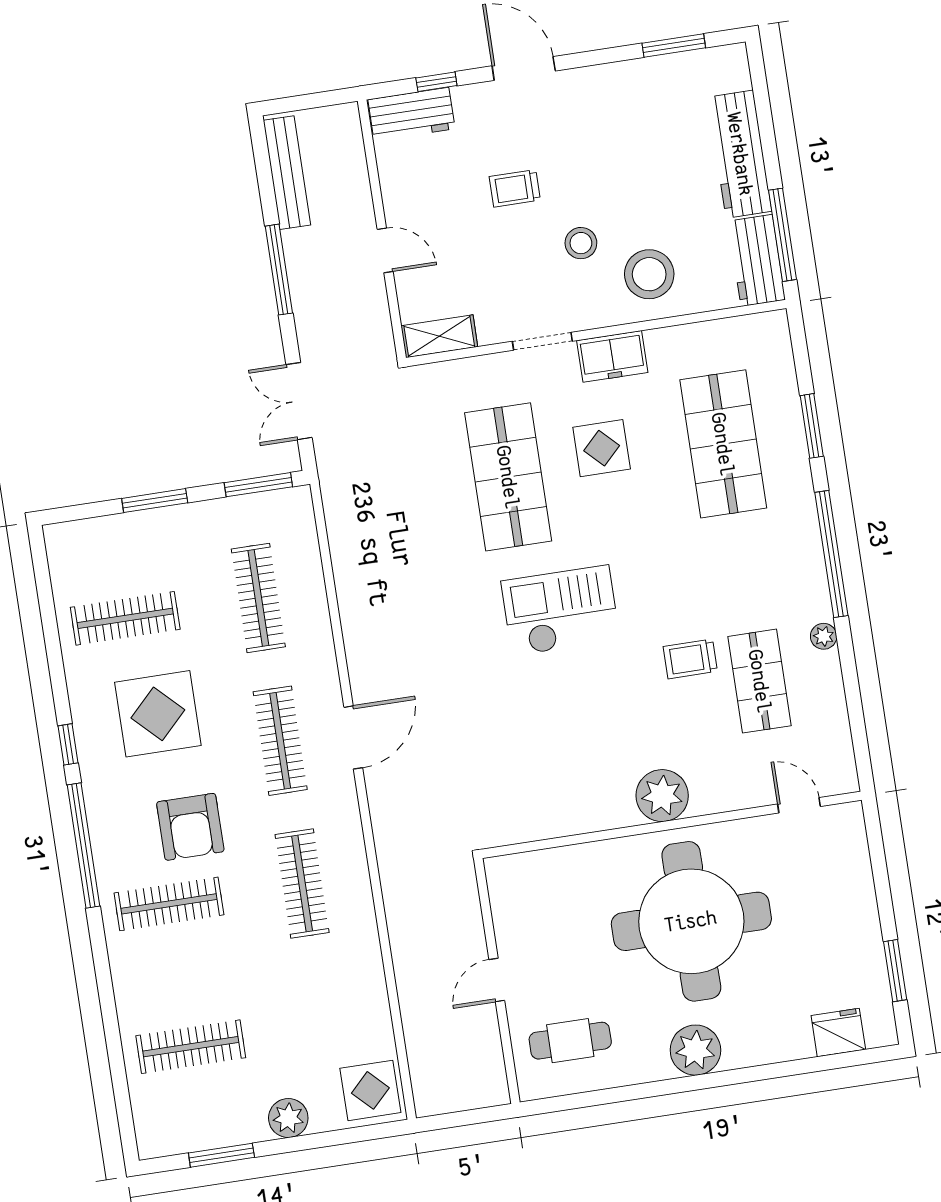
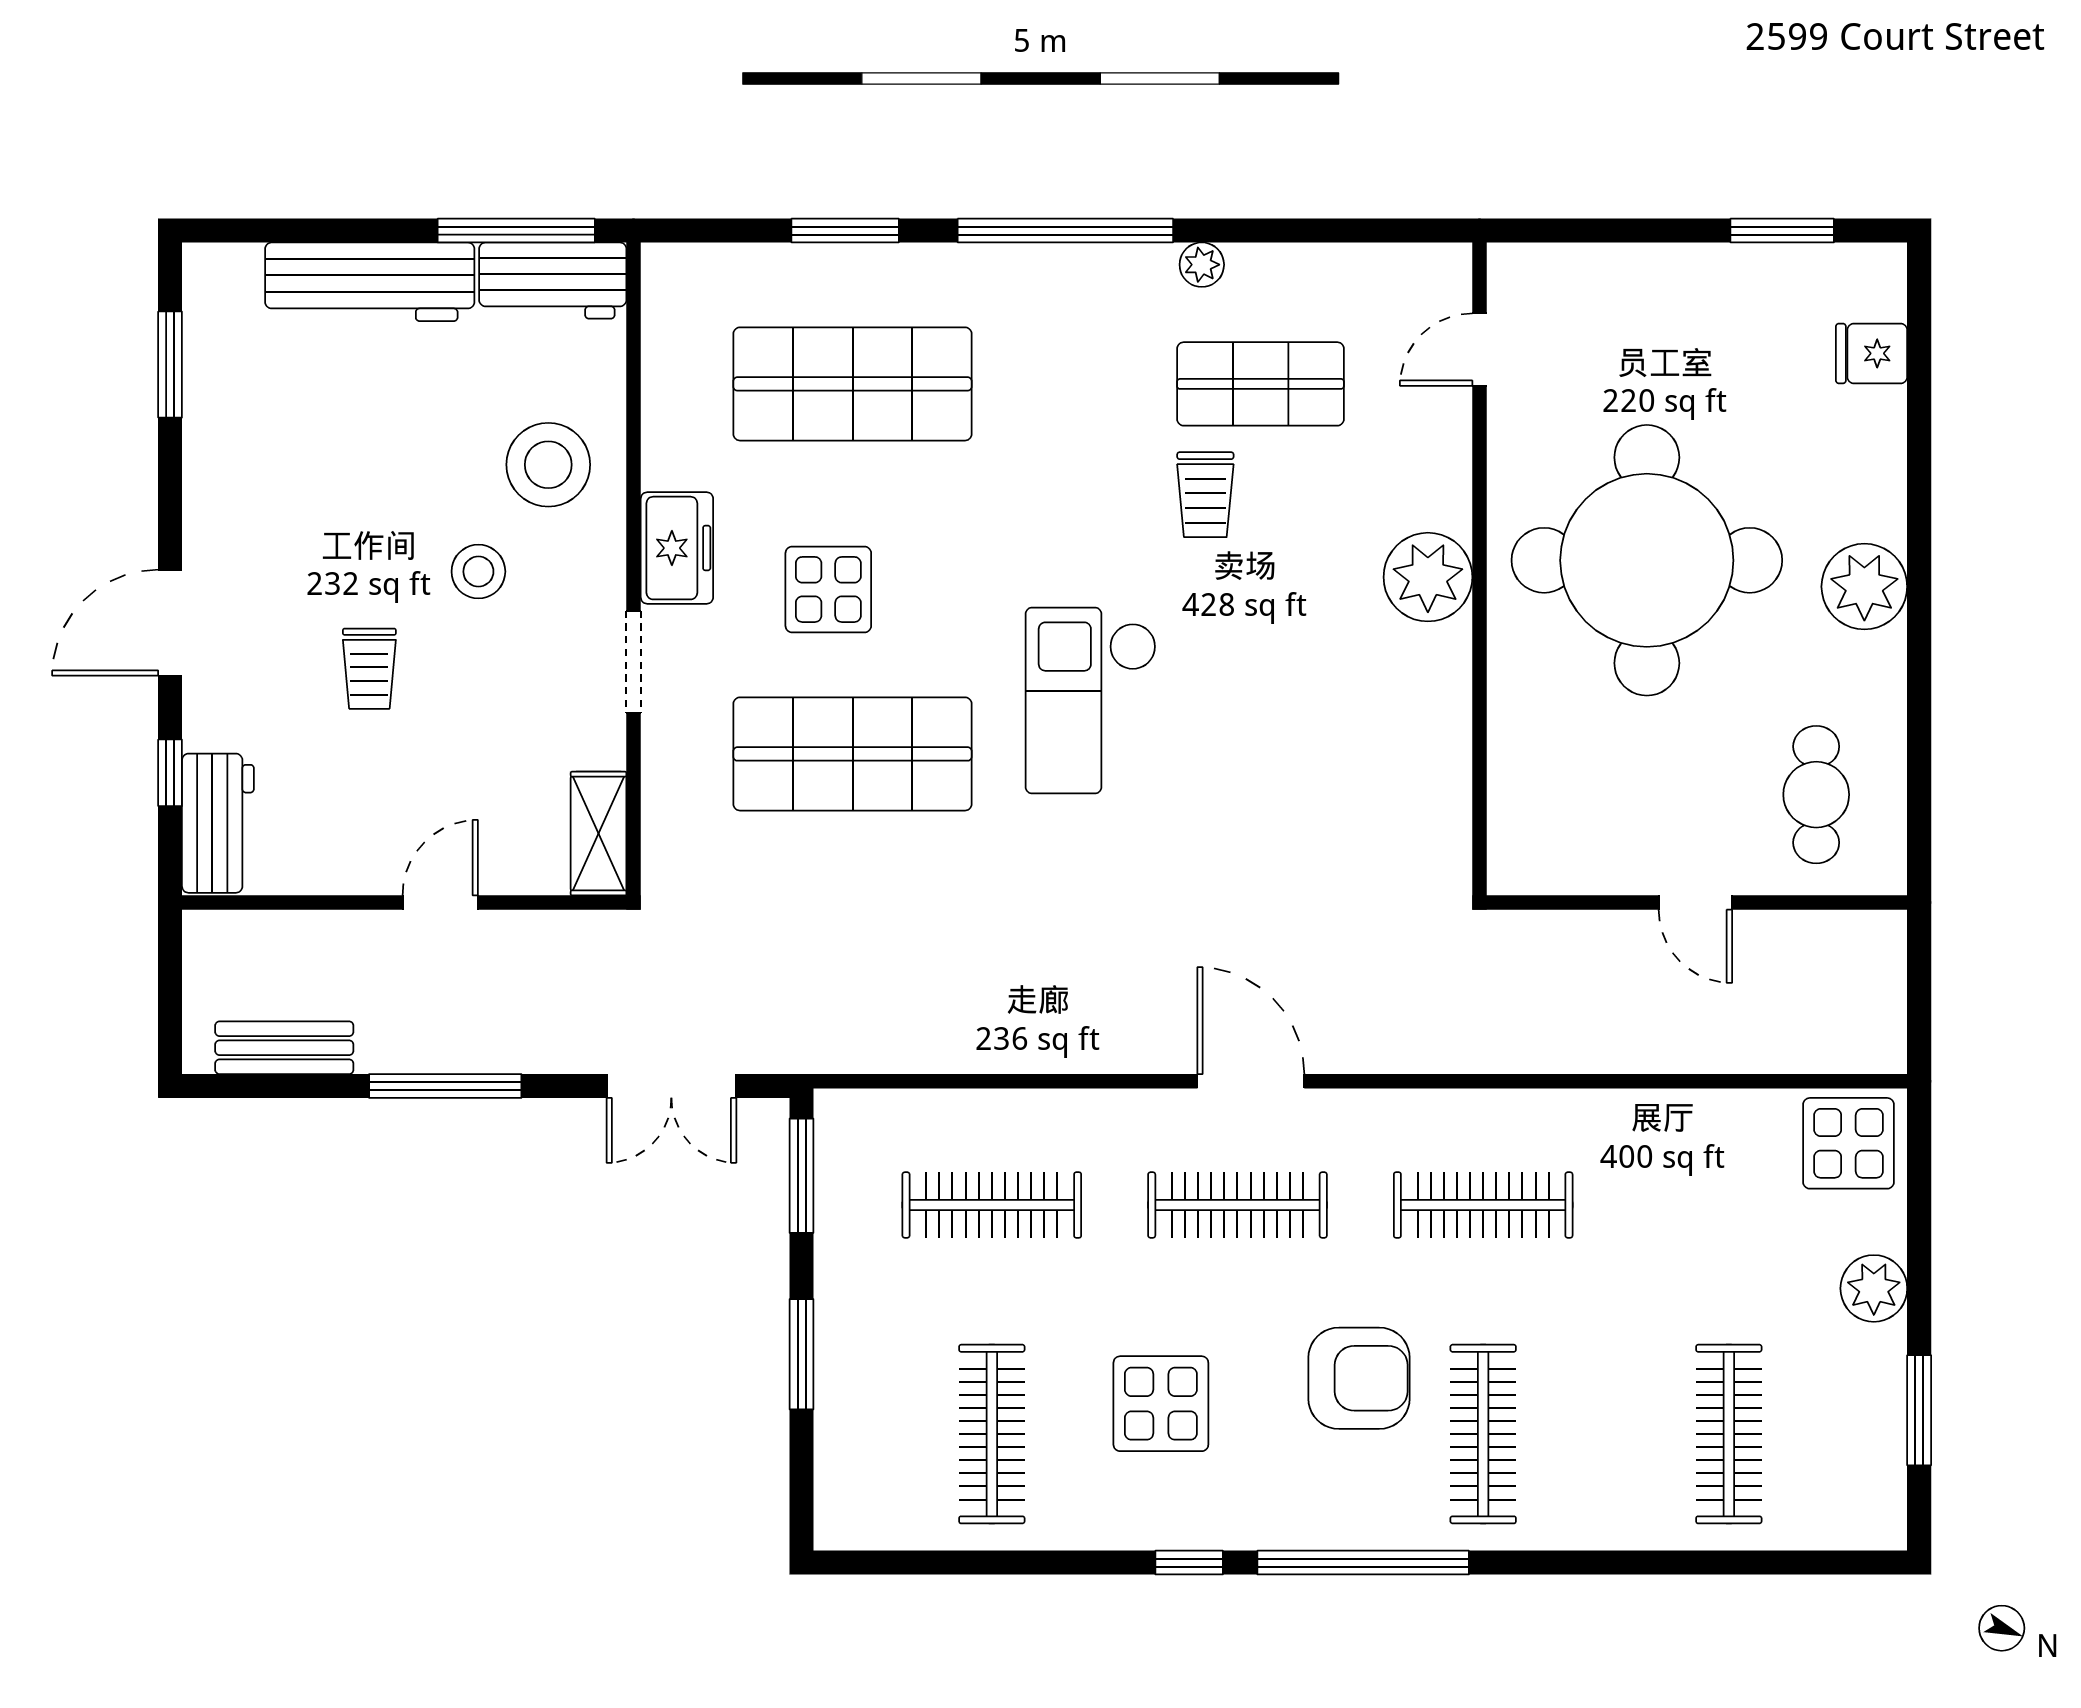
bench: (287, 173) -> (284, 1048), width x0.73
display table: (158, 714) -> (1161, 1404), width x0.73, depth x0.73
fridge: (838, 1033) -> (1872, 353), width x0.72

